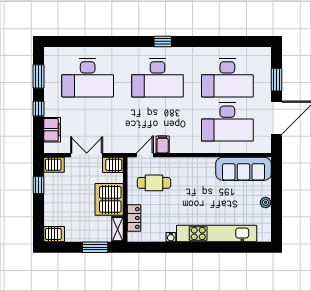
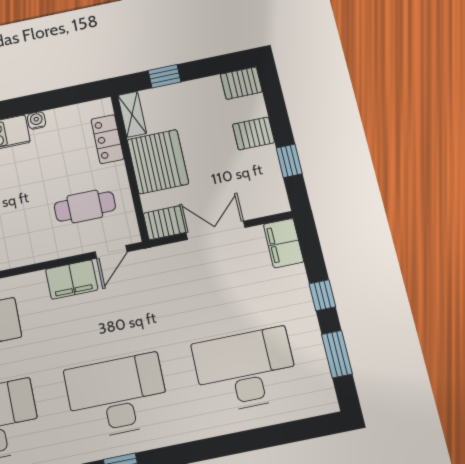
filing cabinet: (52, 130) -> (284, 243), moved
filing cabinet: (163, 144) -> (72, 280), width x2.00
double door: (87, 155) -> (216, 230), swing flipped
server rack: (54, 165) -> (254, 133), moved
window: (95, 247) -> (165, 76), width x0.67

